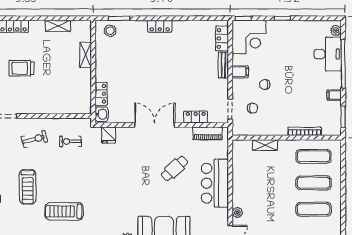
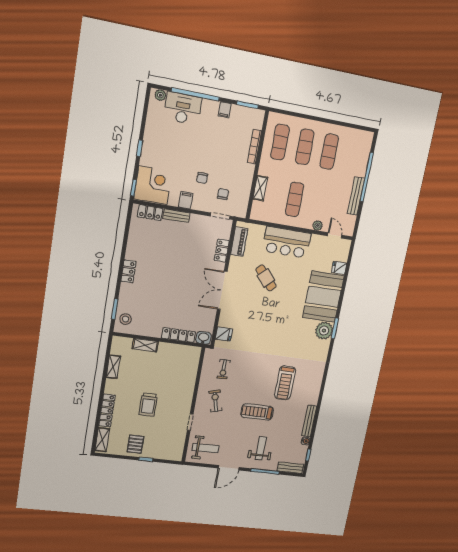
locker: (101, 94) -> (179, 335), width x1.53
exercise mat: (260, 183) -> (295, 199), added
treadmill: (28, 187) -> (257, 412), turned 180

